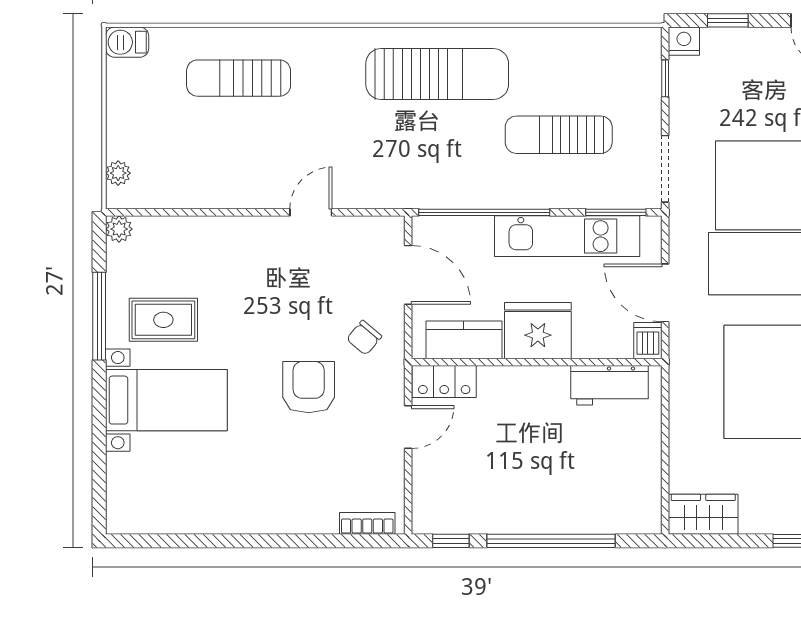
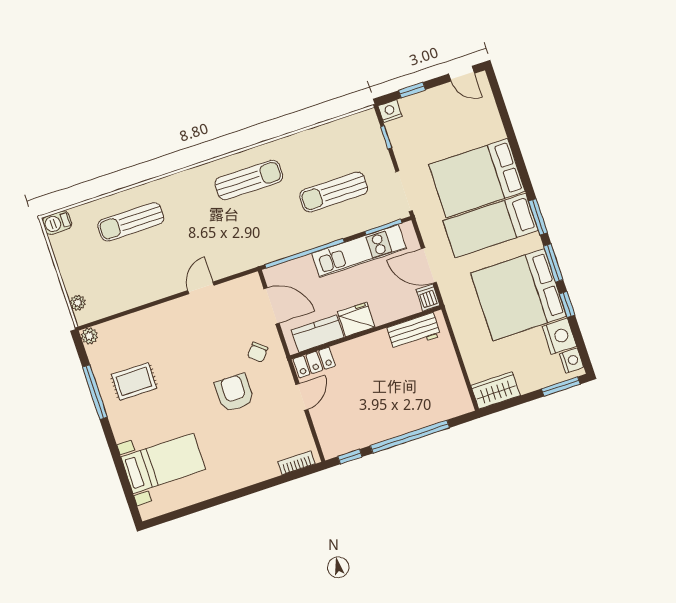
sun lounger: (437, 74) -> (249, 180), width x0.73, depth x0.75
fridge: (538, 331) -> (356, 319), width x0.73, depth x0.75
bed with nightstands: (166, 400) -> (163, 463), moved

